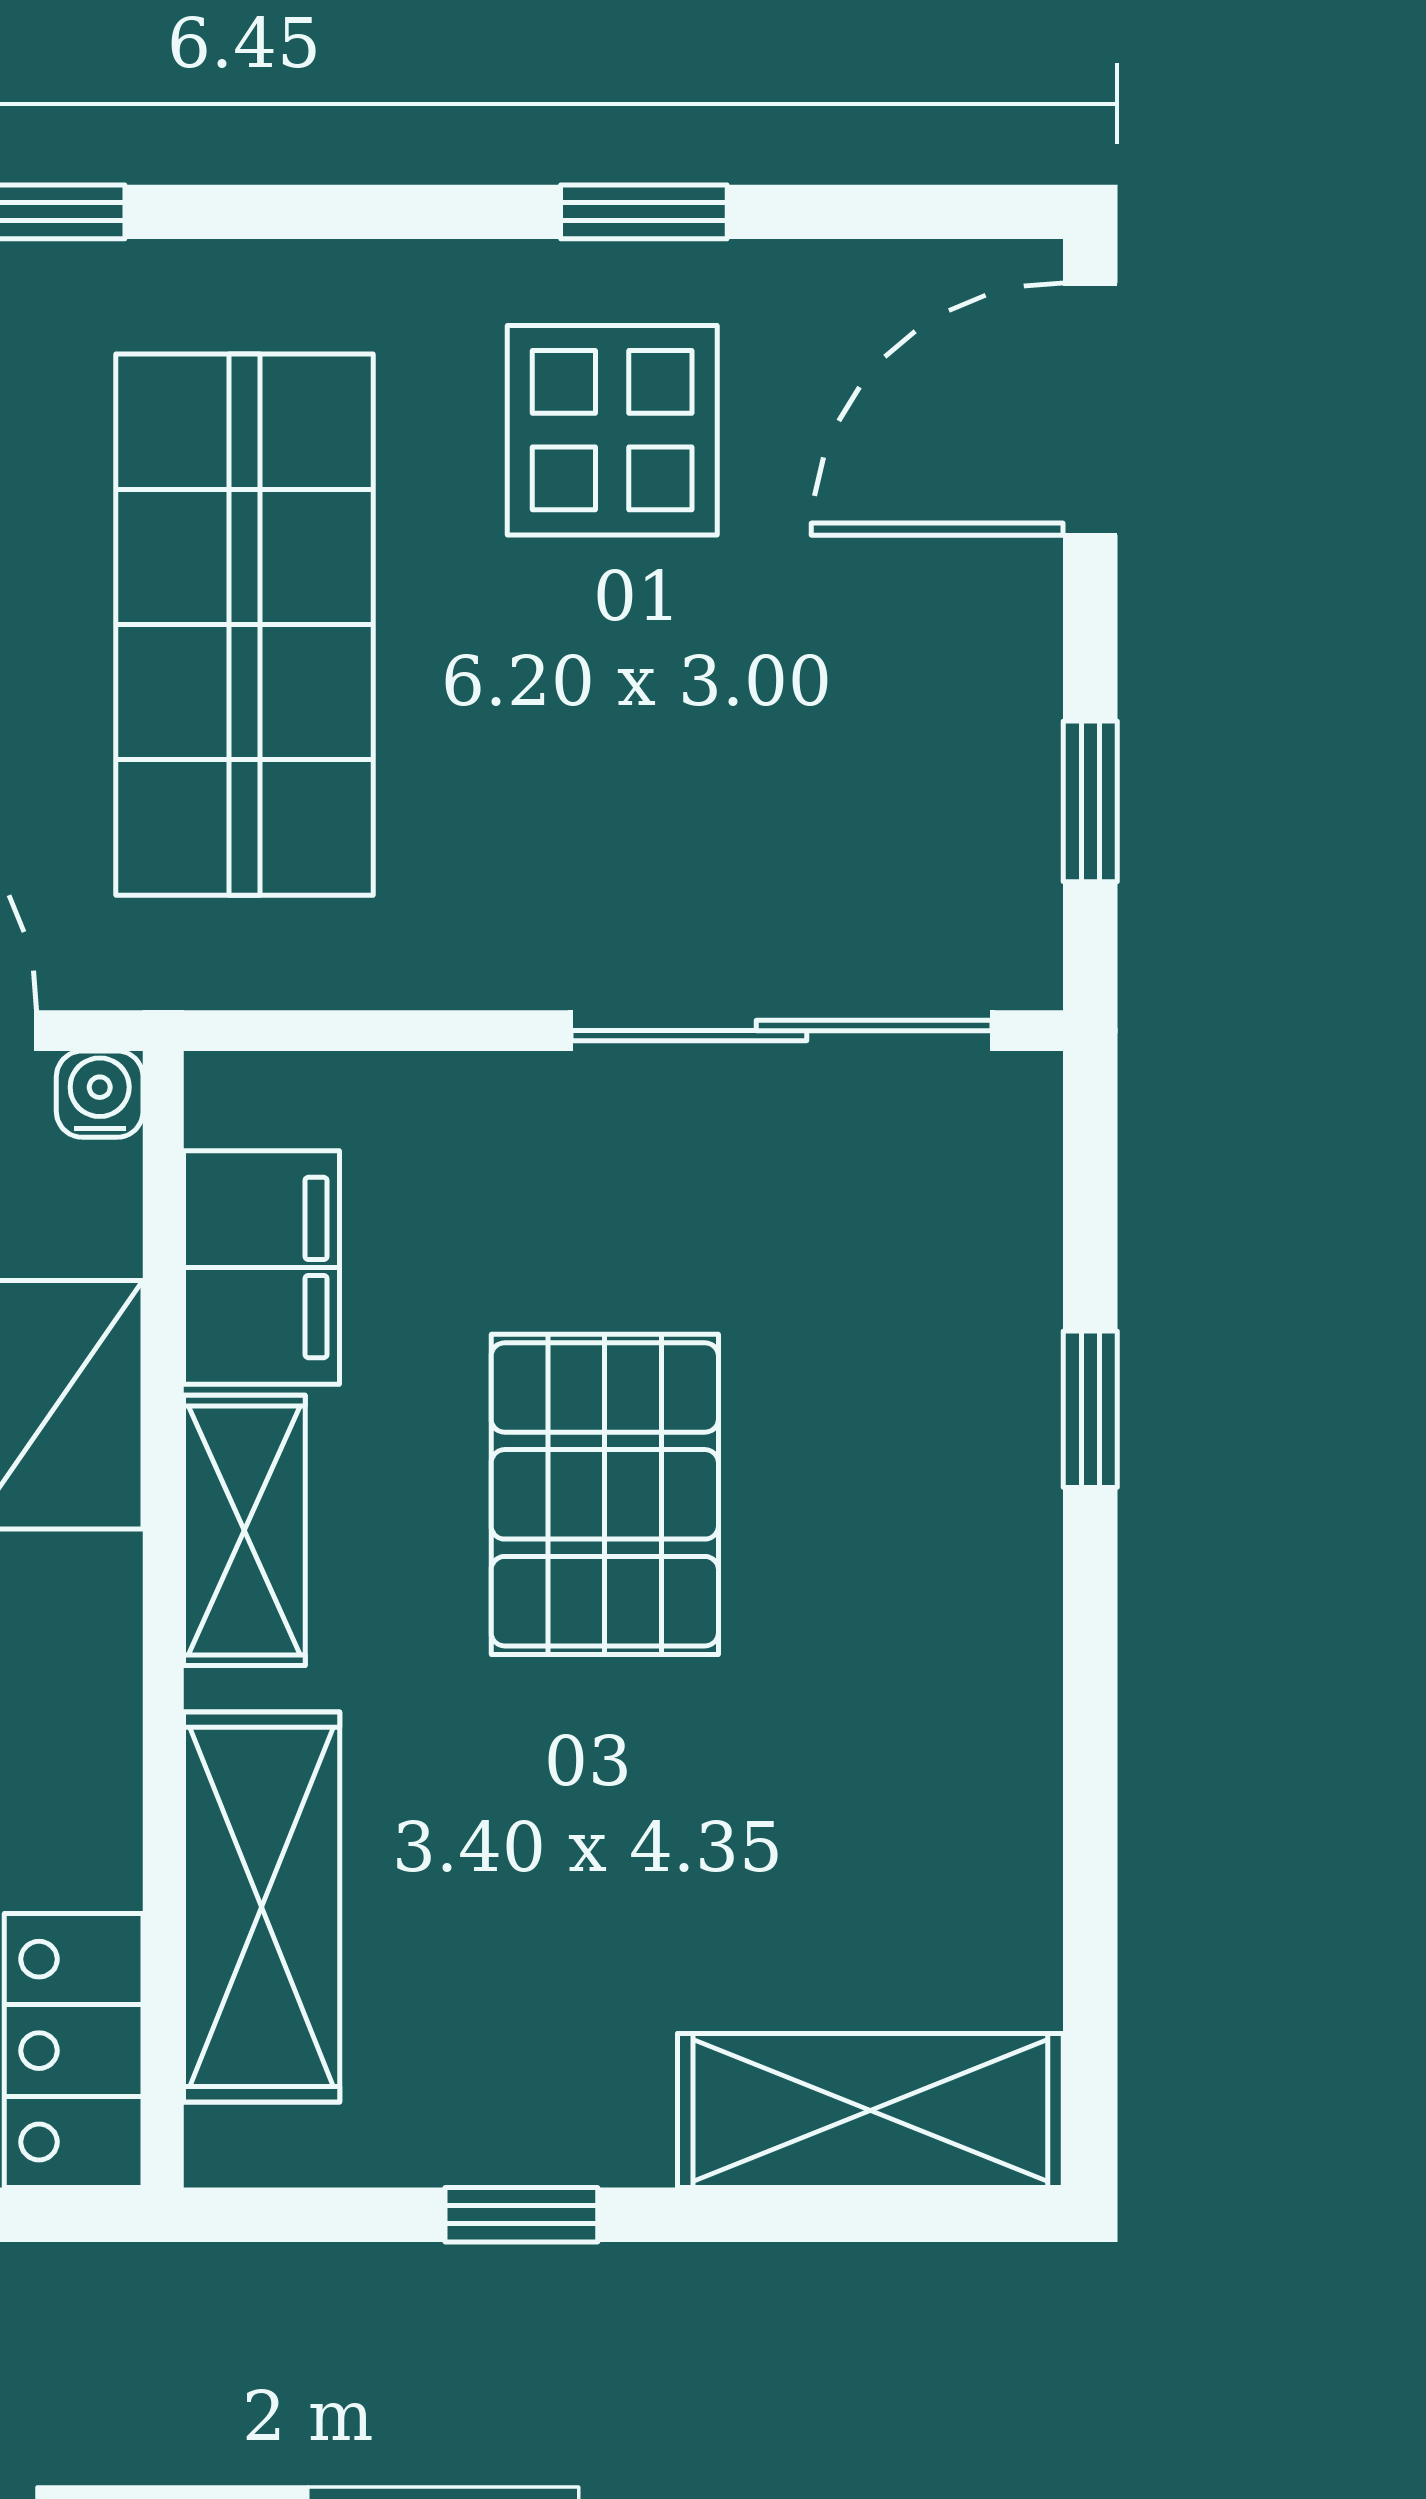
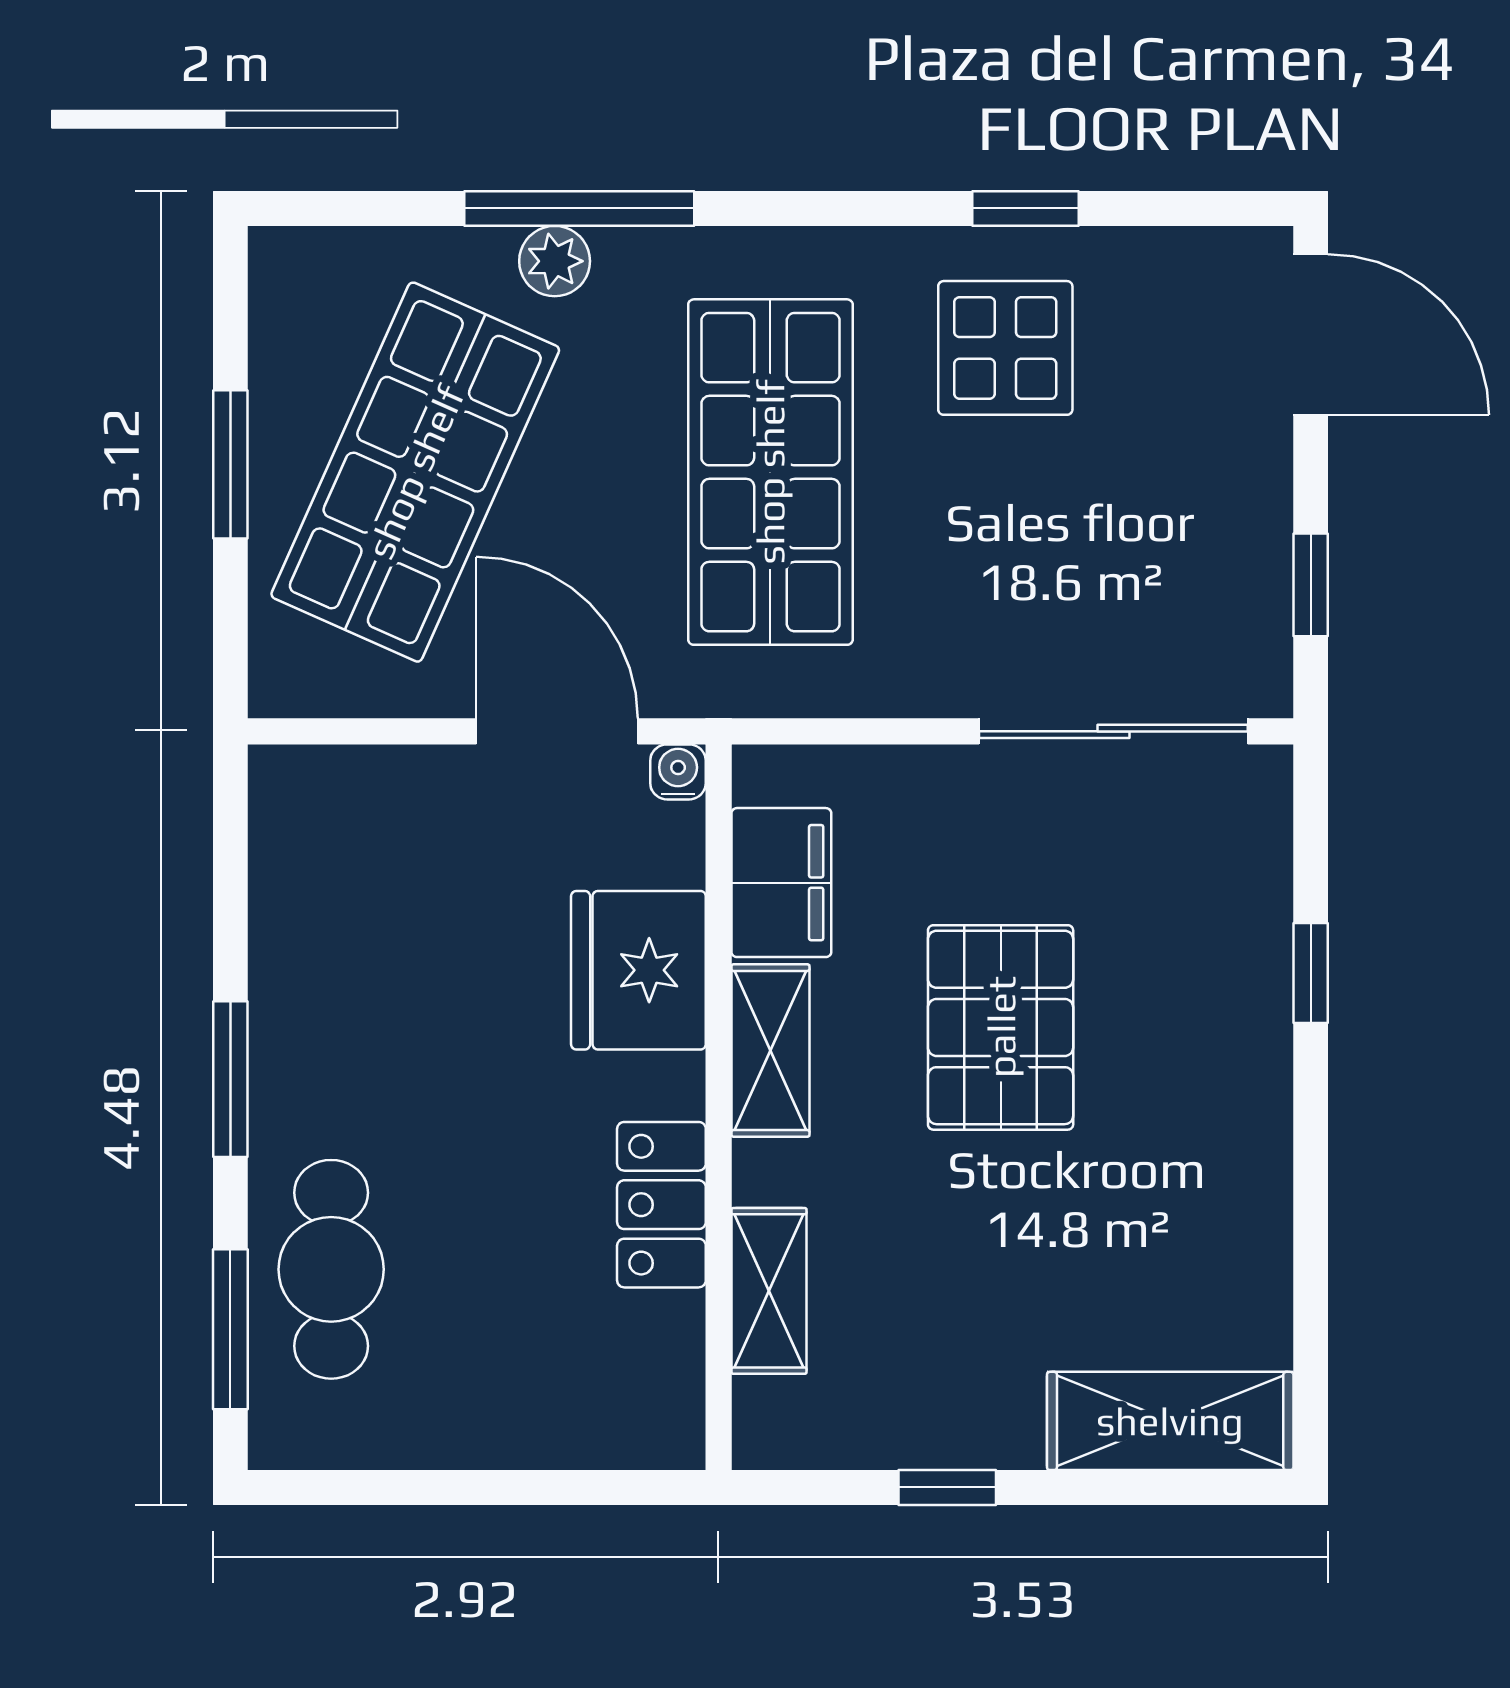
door: (1090, 409) -> (1311, 335), swing flipped
shelving: (262, 1907) -> (769, 1291), width x0.67, depth x0.75
locker: (74, 2051) -> (661, 1205), moved

